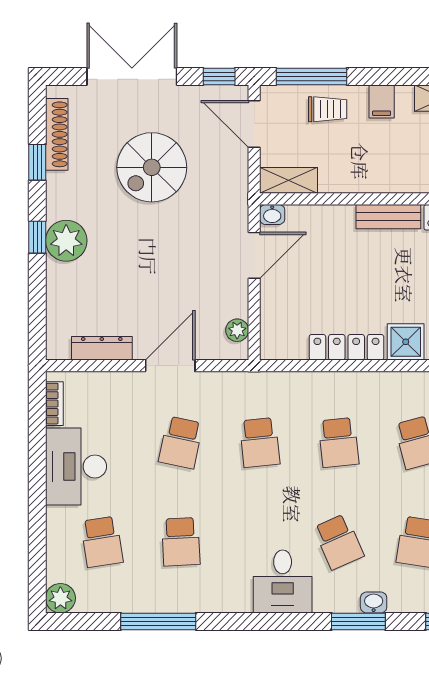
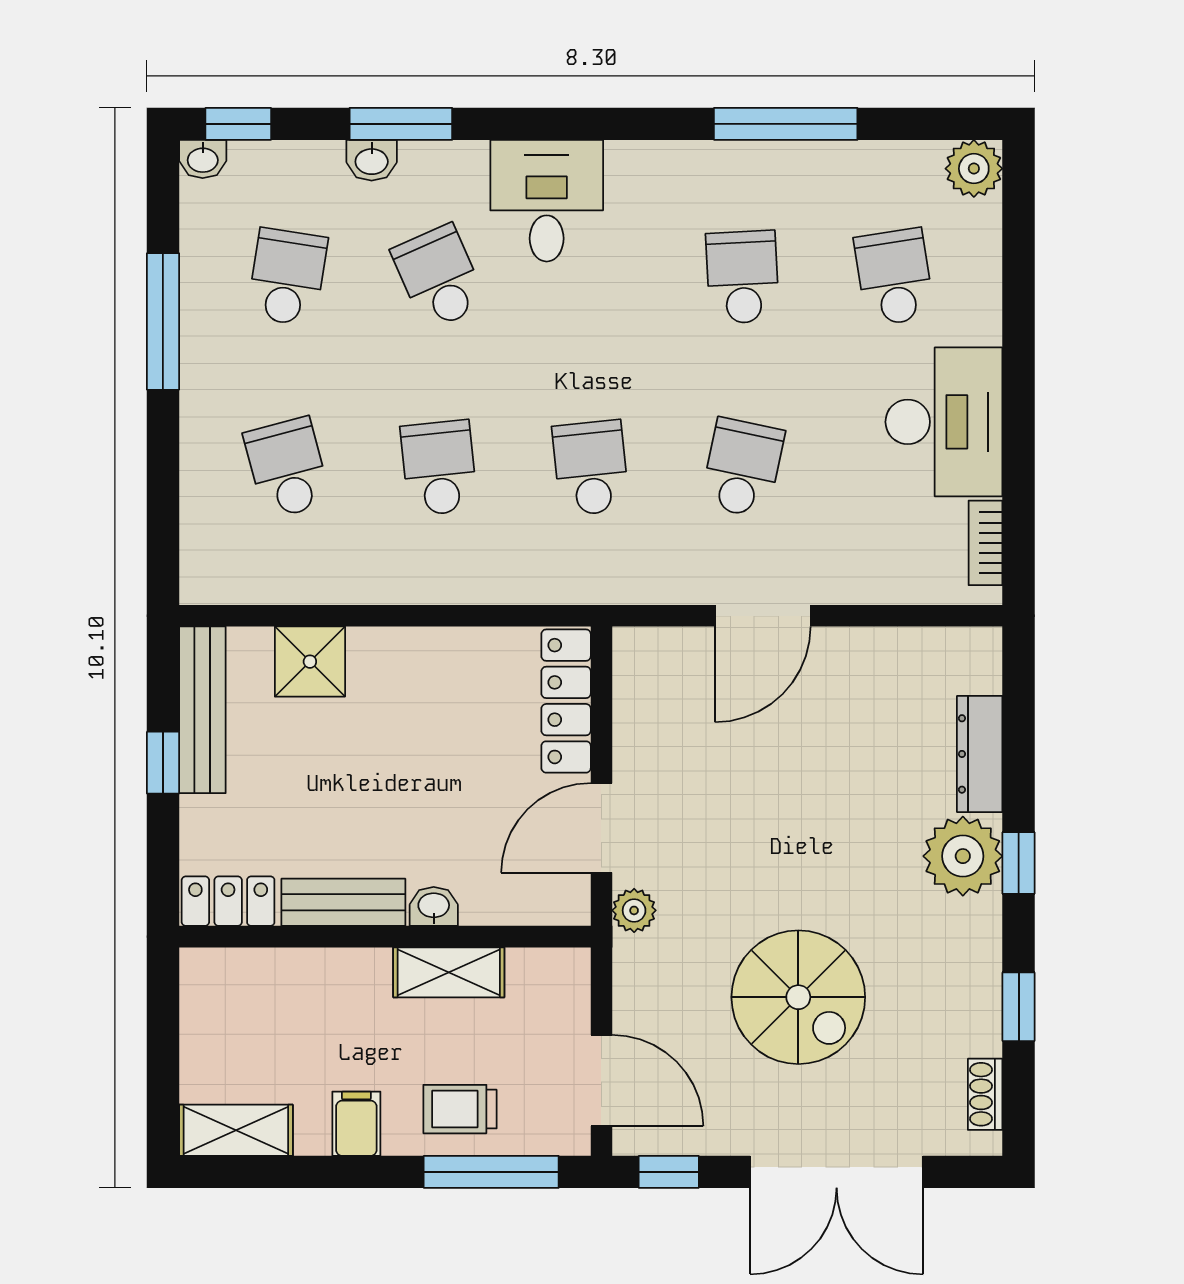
shoe rack: (57, 134) -> (985, 1094), width x0.51, depth x0.81
spiral stairs: (152, 167) -> (798, 997), turned 90
shelving: (289, 180) -> (449, 972), moved
washbasin: (272, 215) -> (434, 906), moved
plant: (237, 330) -> (634, 910), moved
locker: (346, 347) -> (566, 701), moved, turned 90
dresser: (102, 348) -> (980, 754), moved, turned 90

